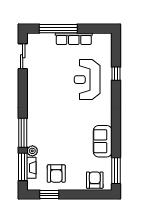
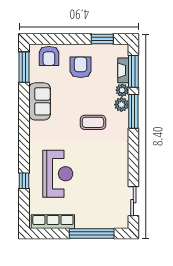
row of seats: (74, 39) -> (53, 222), moved
coffee table: (57, 123) -> (93, 122), added
plant: (33, 139) -> (121, 105), added
armchair: (56, 174) -> (81, 67), moved

